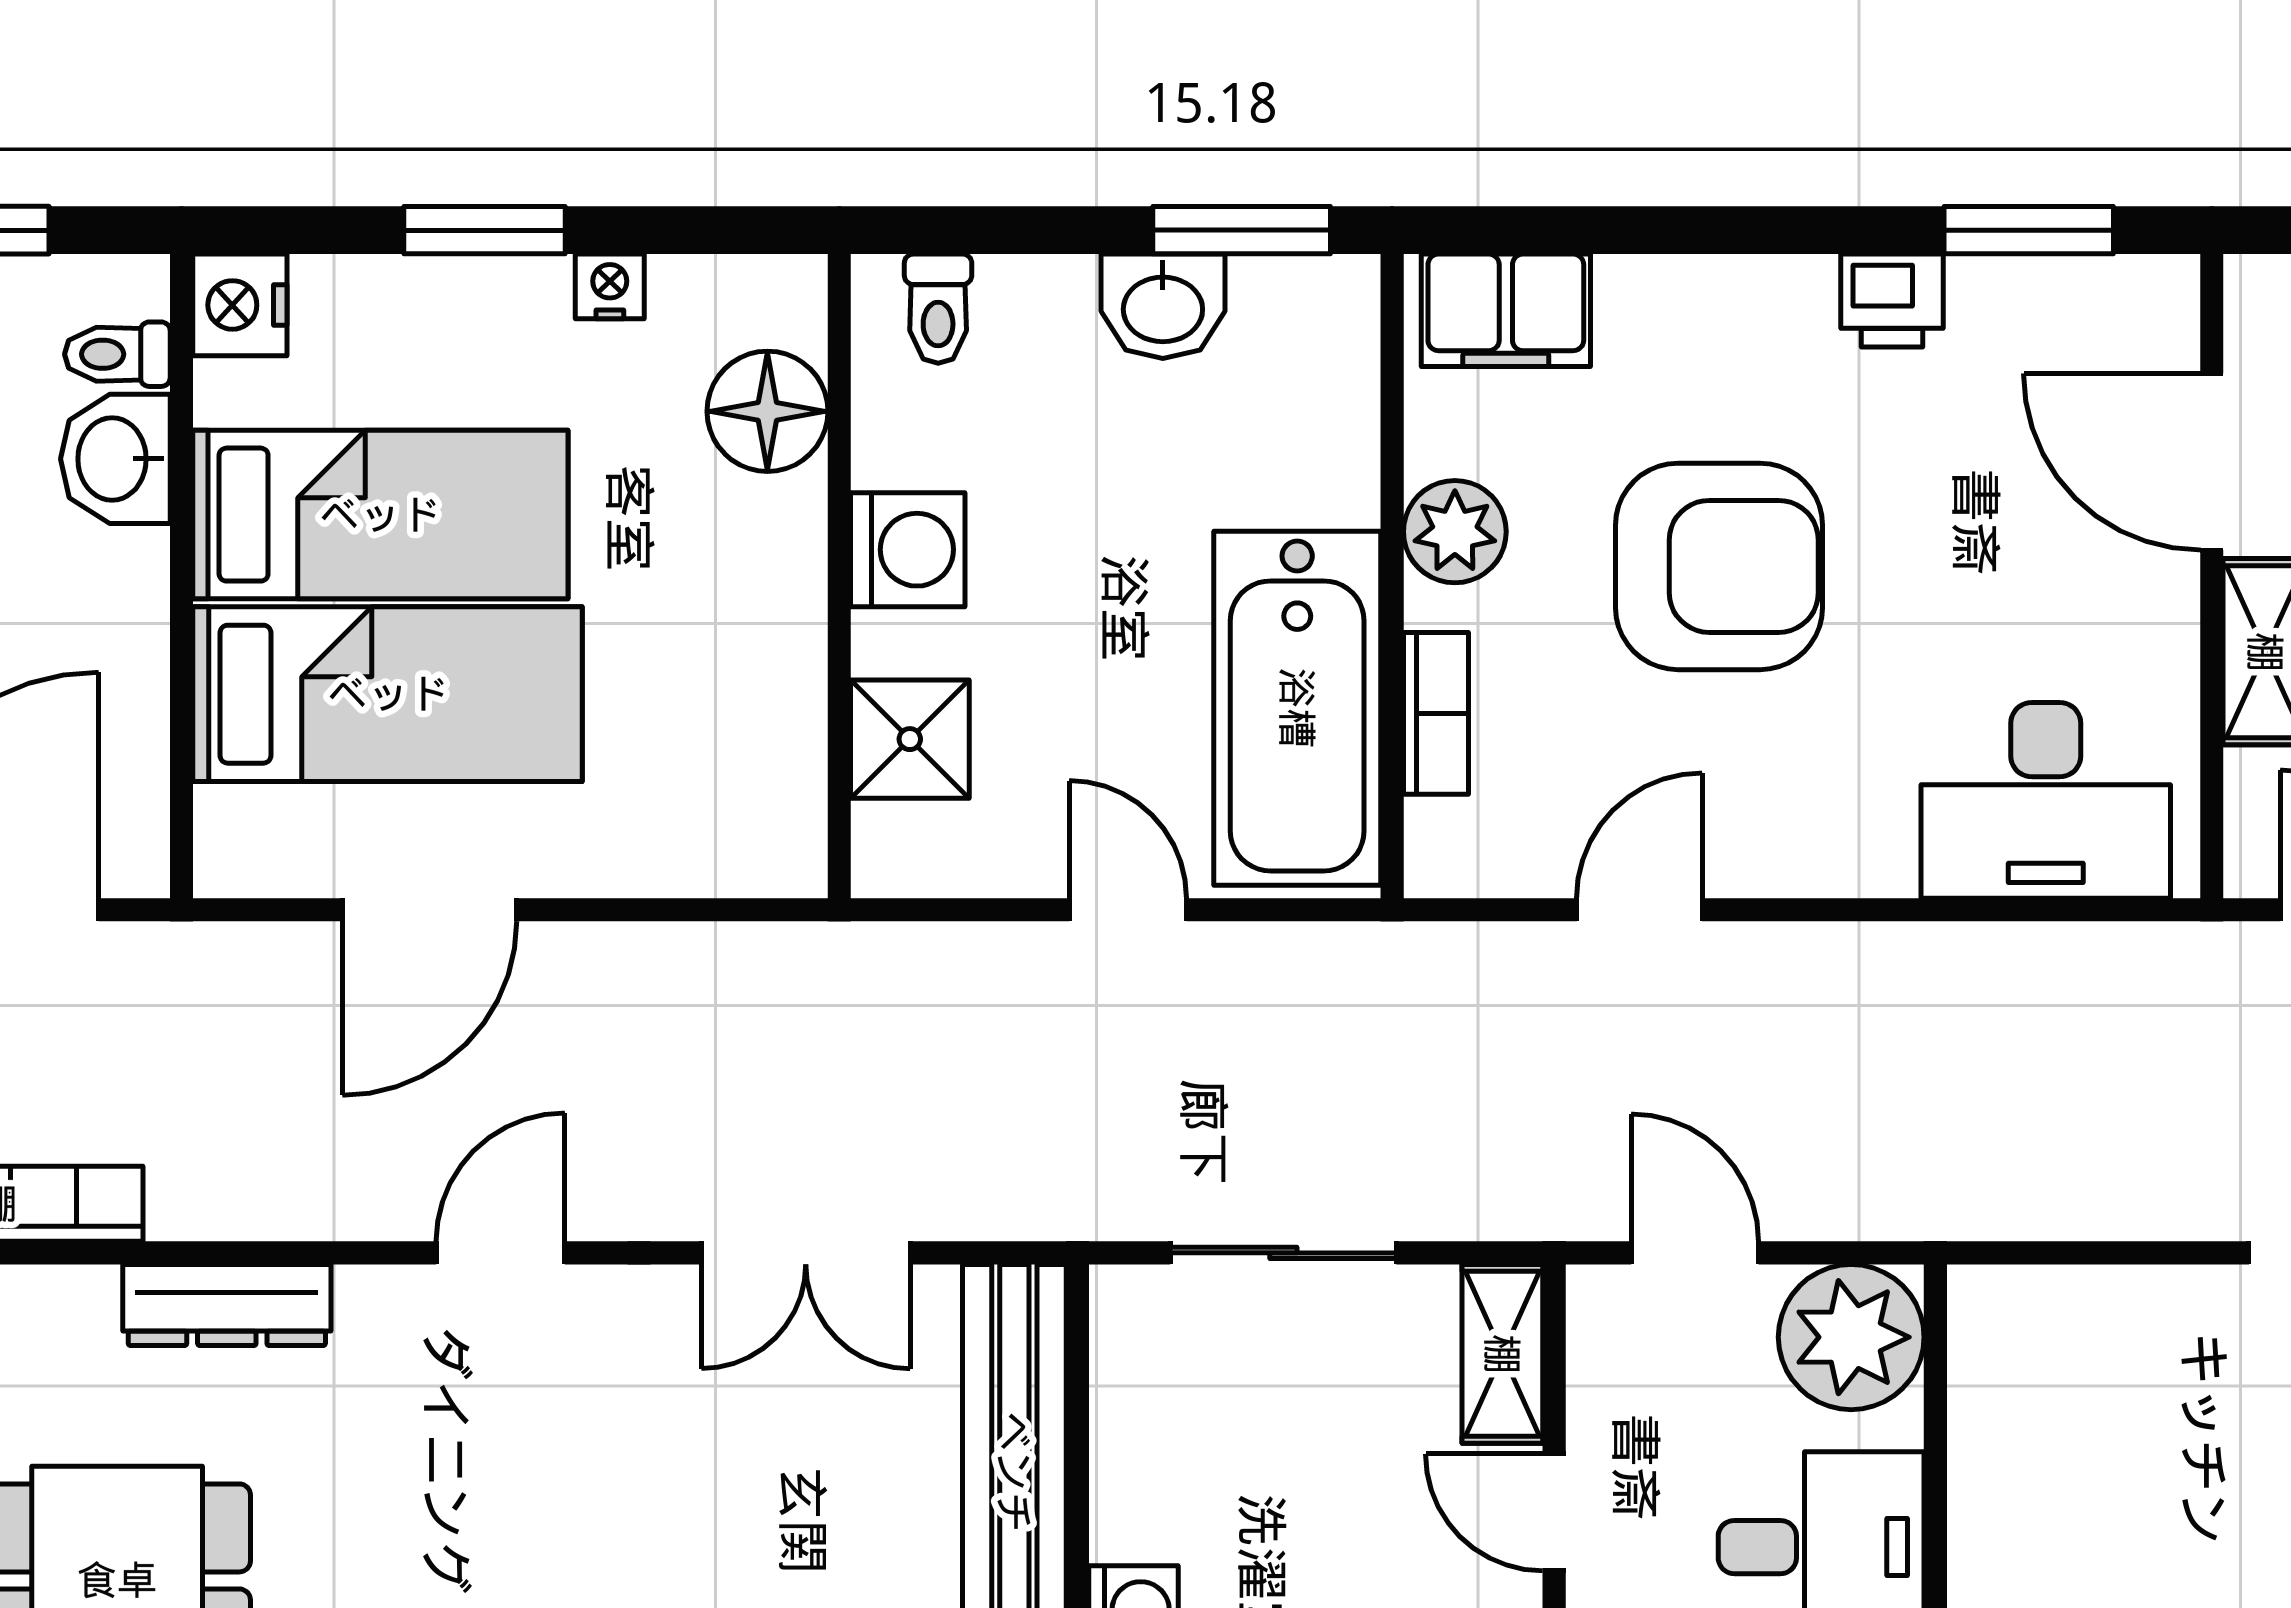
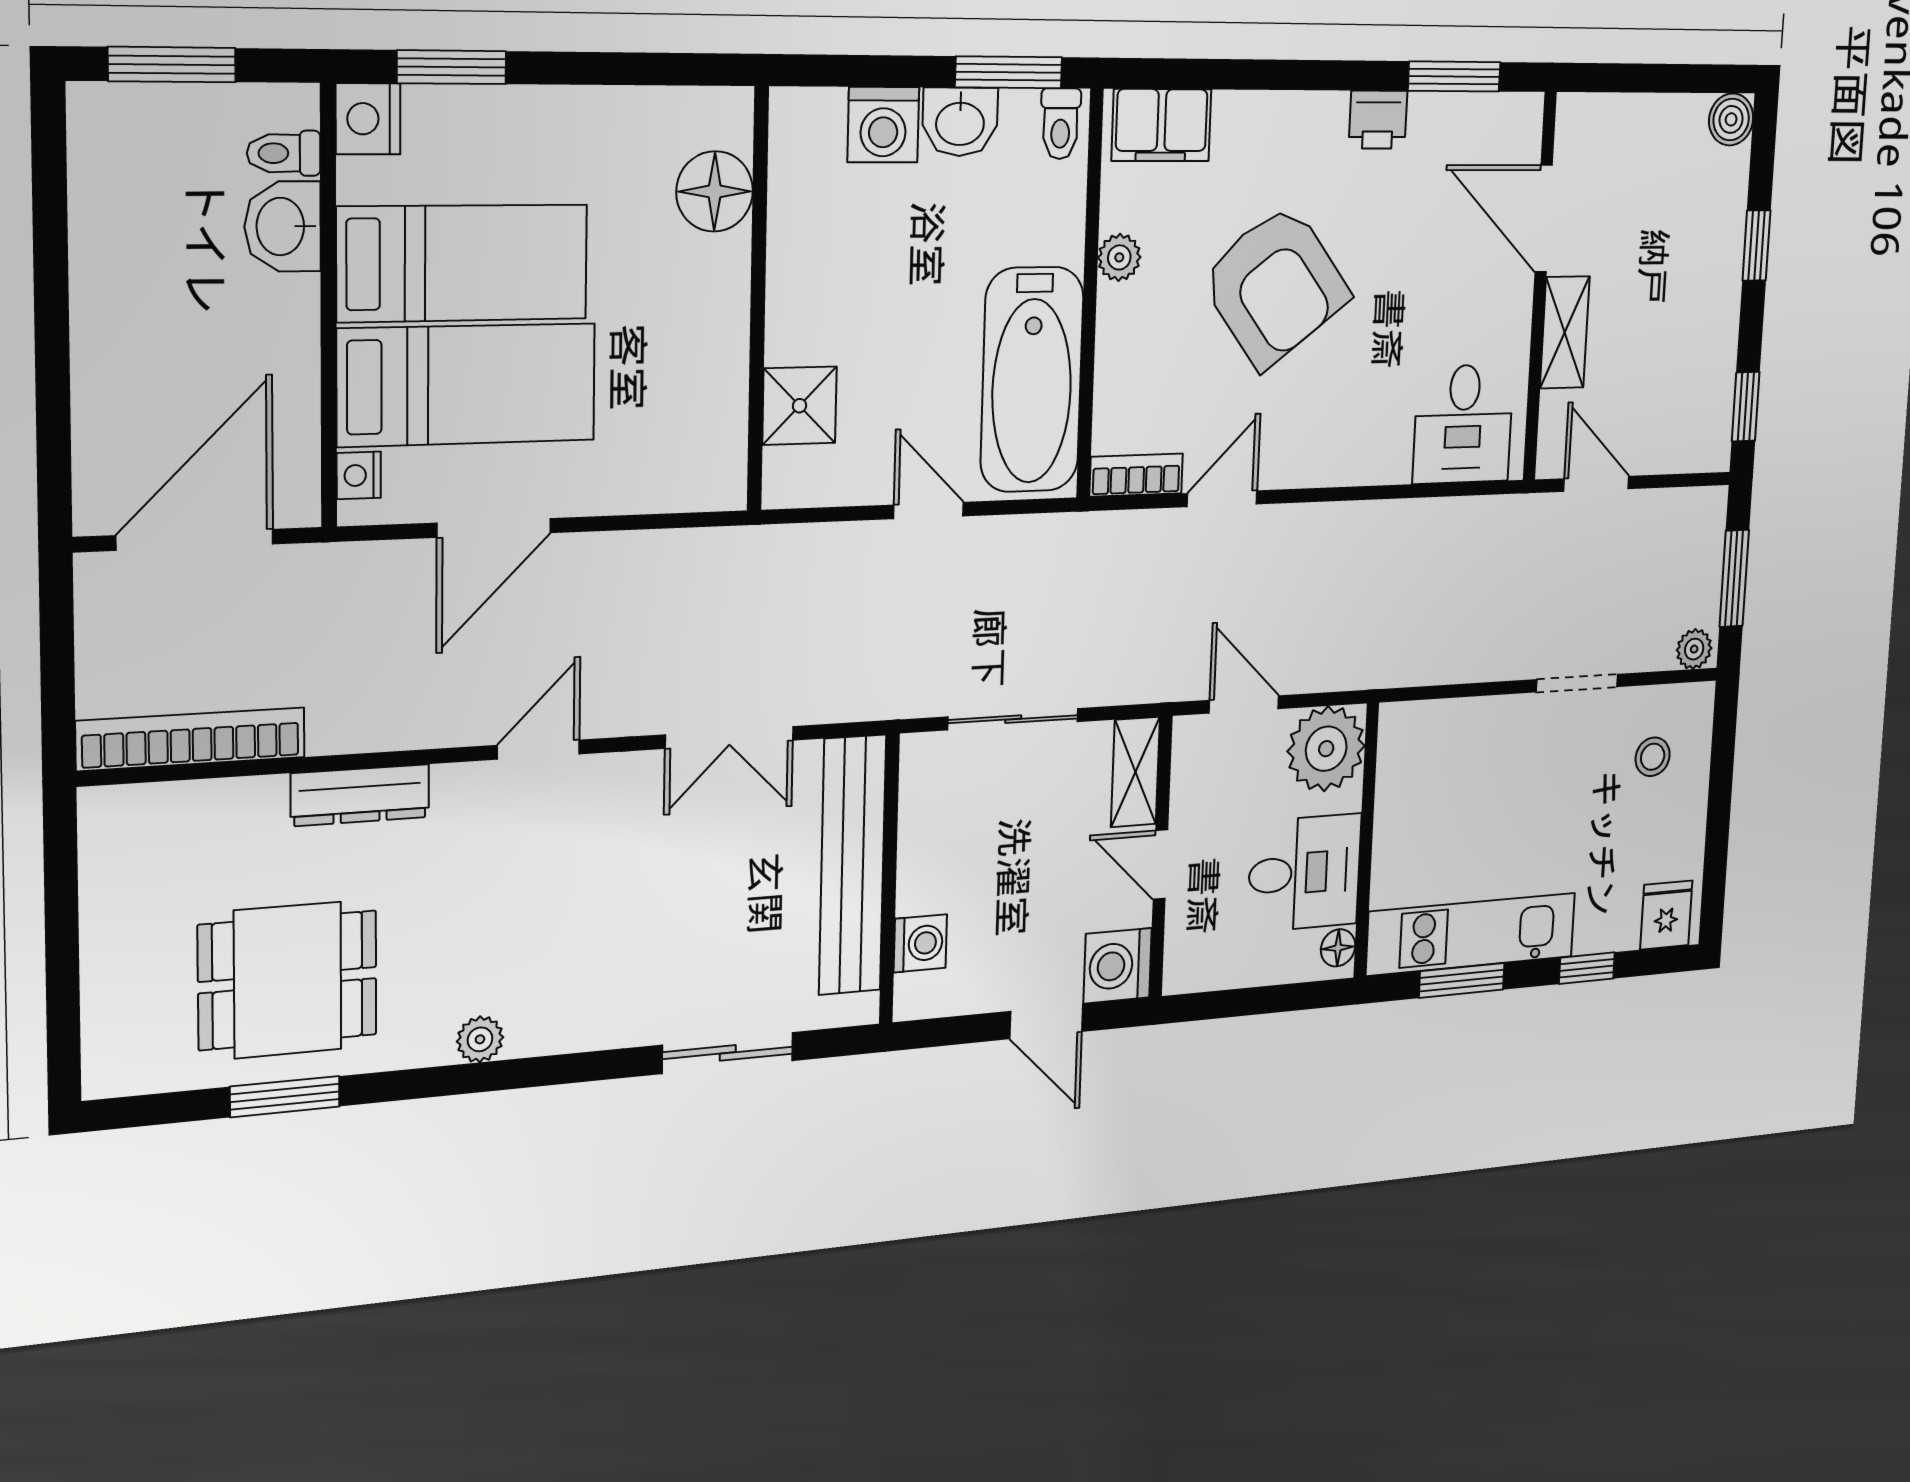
window: (484, 230) -> (452, 67), moved
nightstand: (610, 286) -> (359, 475), moved, turned -90
toilet: (938, 309) -> (1060, 124), moved
plant: (1455, 532) -> (1119, 257), width x0.73, depth x0.73
washing machine: (908, 550) -> (883, 125), moved, turned 90
armchair: (1719, 566) -> (1275, 286), turned 53
bookcase: (1436, 713) -> (1136, 475), moved, turned -90
desk: (2046, 800) -> (1463, 424), width x0.73

